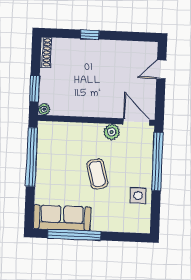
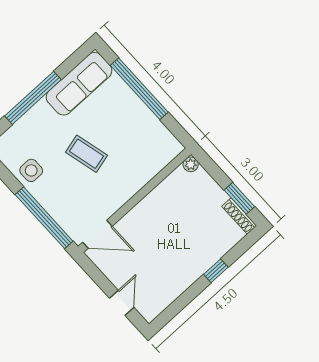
window: (34, 89) -> (239, 198), moved
plant: (112, 132) -> (111, 204), removed
window: (32, 157) -> (139, 89), moved
window: (74, 235) -> (33, 98), moved

